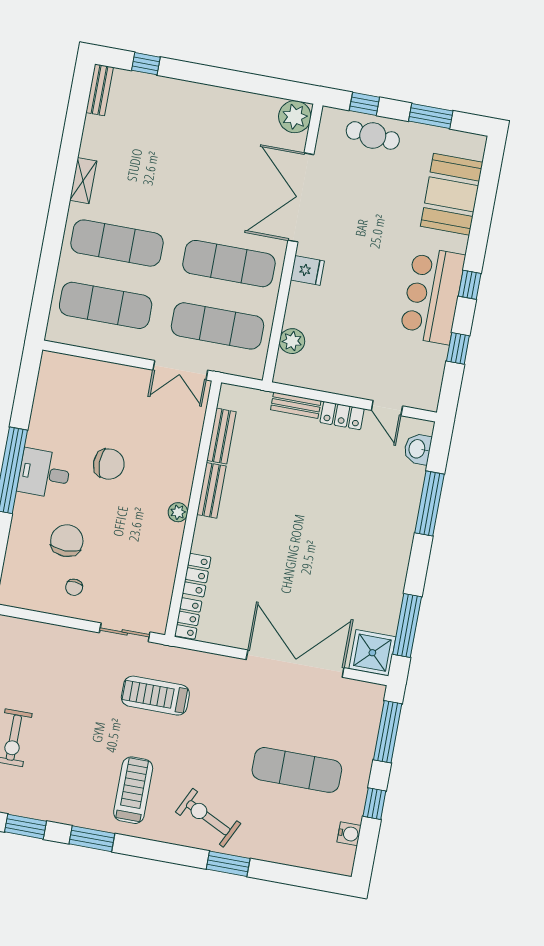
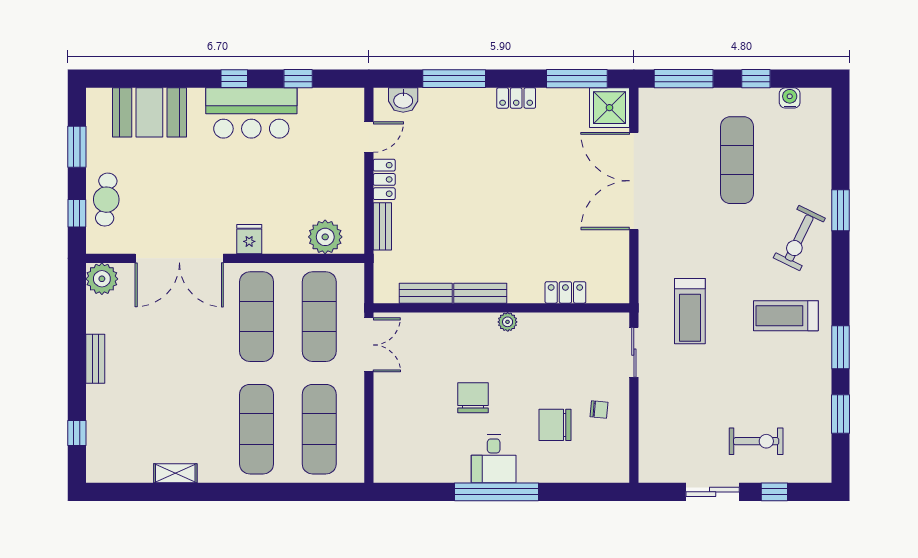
bench: (100, 90) -> (95, 359), moved, turned 90
shelving: (83, 181) -> (175, 473), moved
plant: (292, 341) -> (325, 237), width x1.36, depth x1.36
locker: (188, 618) -> (516, 98), moved, turned 180

